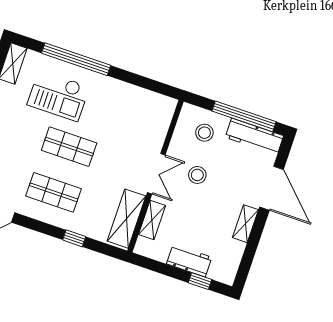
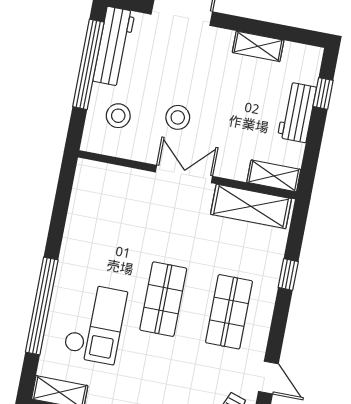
shelving: (152, 220) -> (274, 176), moved
shelving: (245, 224) -> (258, 46), moved

